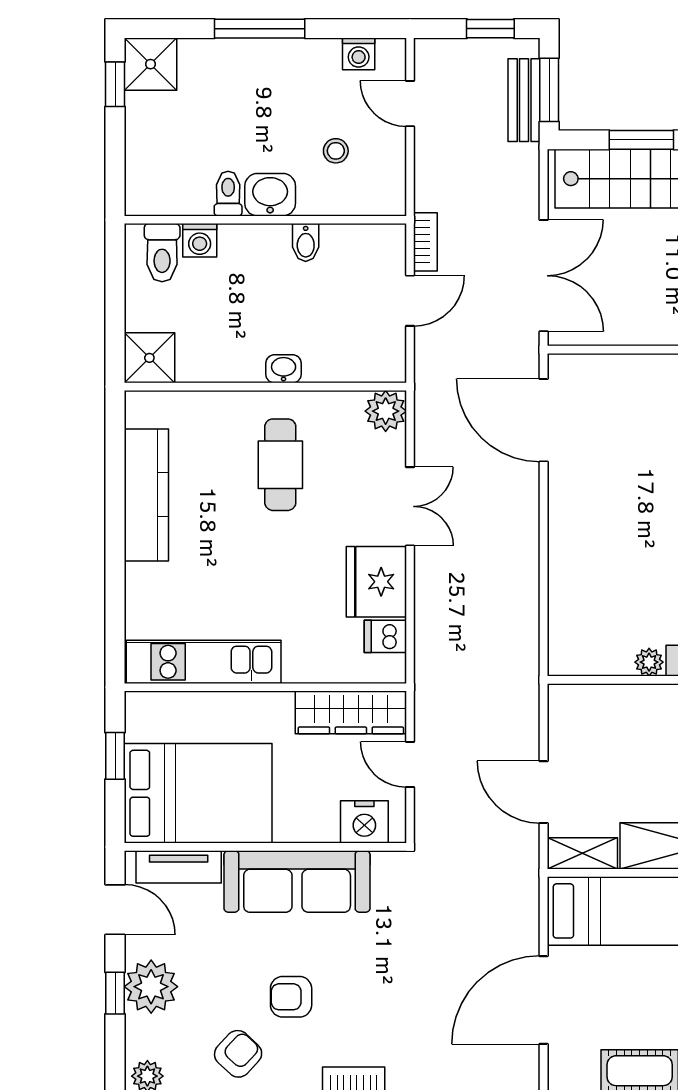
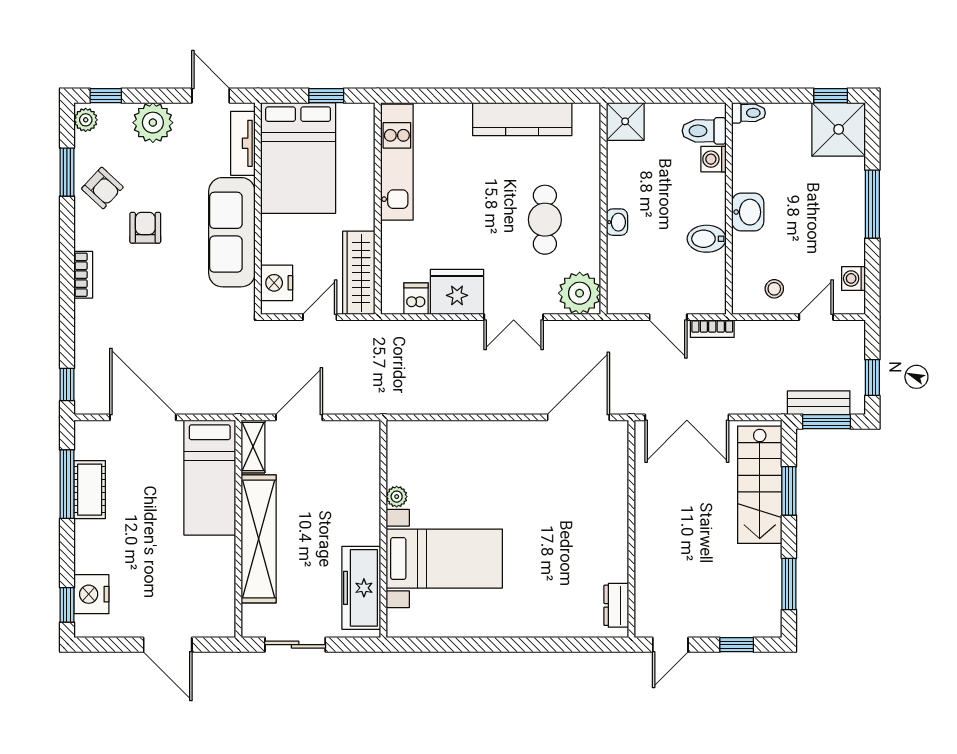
shower: (150, 64) -> (839, 129), width x1.36, depth x1.36
stool: (336, 151) -> (774, 289), moved
toilet: (228, 194) -> (749, 113), moved
bidet: (306, 243) -> (707, 239), width x1.38, depth x1.36
plant: (386, 411) -> (580, 293), width x1.36, depth x1.36
cafe table: (280, 465) -> (545, 220), turned 90
door: (115, 910) -> (211, 96), swing flipped
window: (115, 993) -> (106, 96), moved

